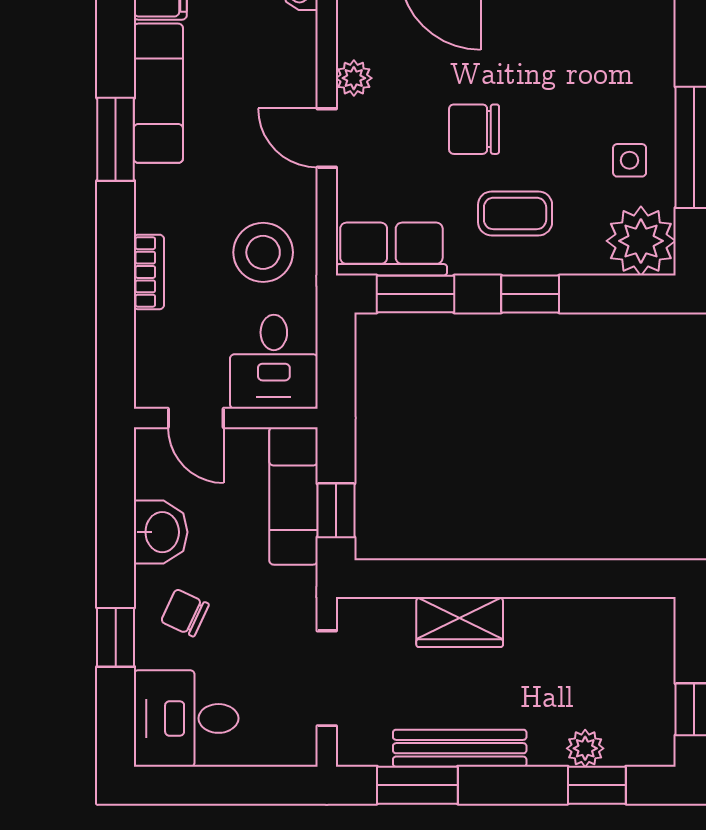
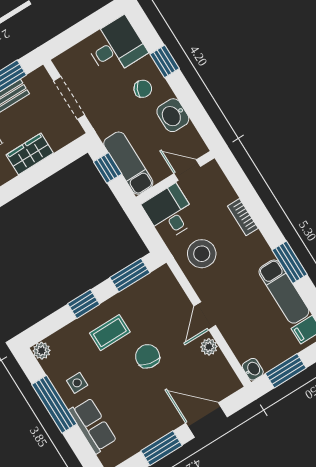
chair: (474, 129) -> (148, 356), turned -78
door: (327, 138) -> (205, 316), swing flipped
plant: (641, 241) -> (42, 351), width x0.53, depth x0.53
row of seats: (391, 249) -> (93, 426), moved, turned -90

